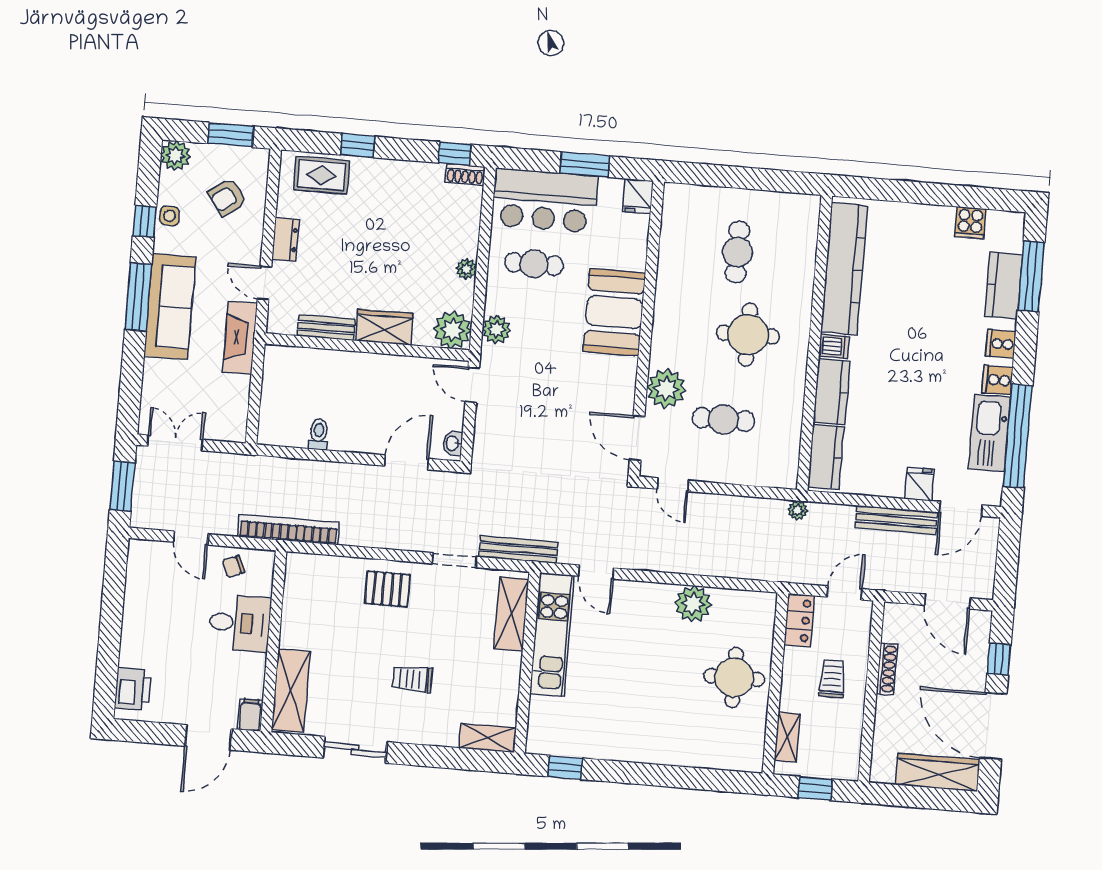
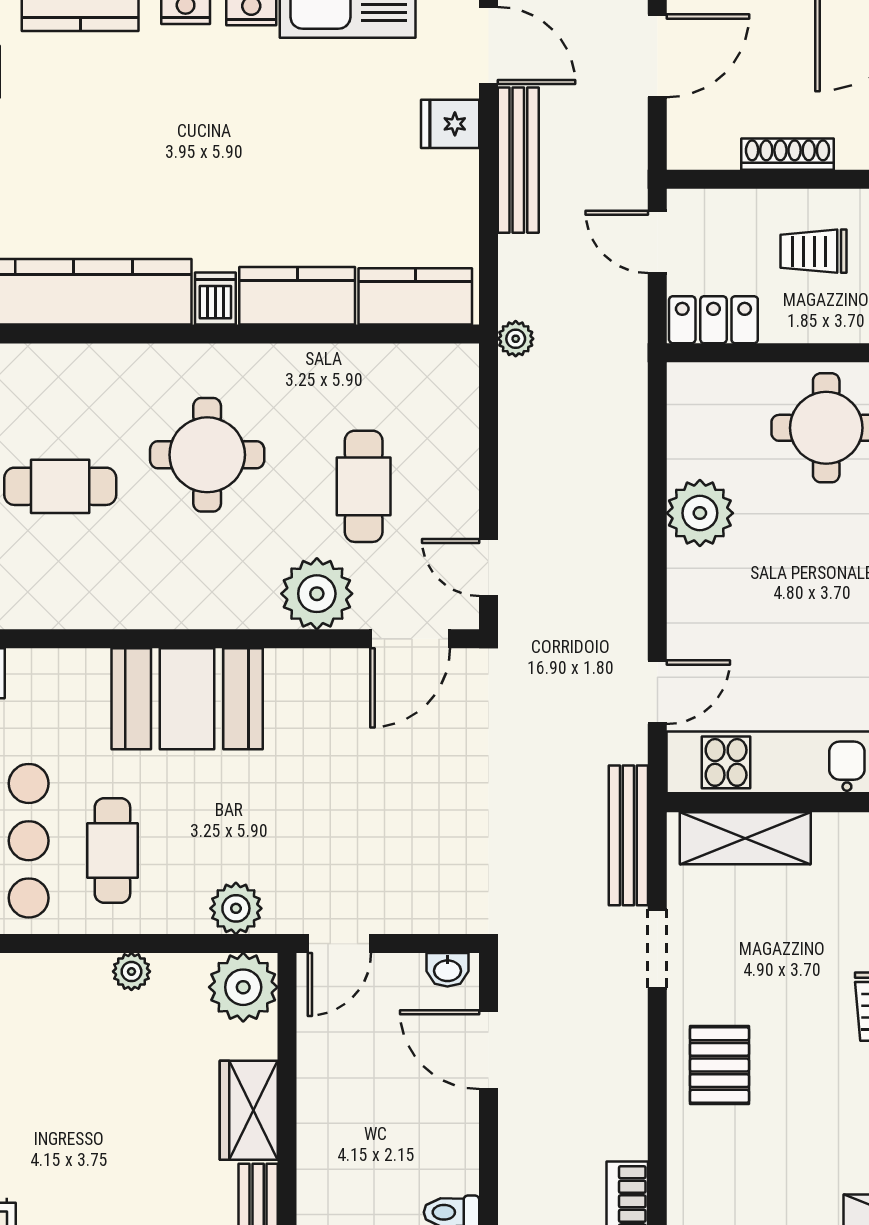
door: (673, 485) -> (489, 567), swing flipped

